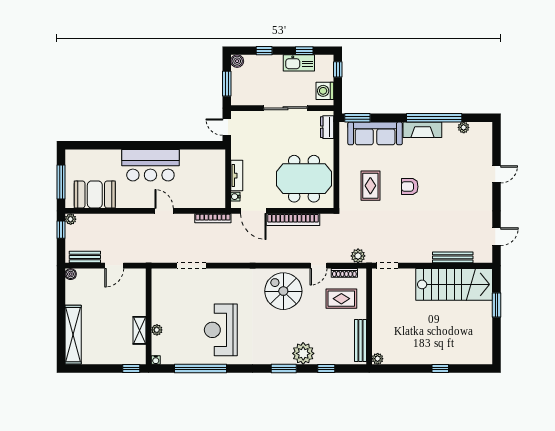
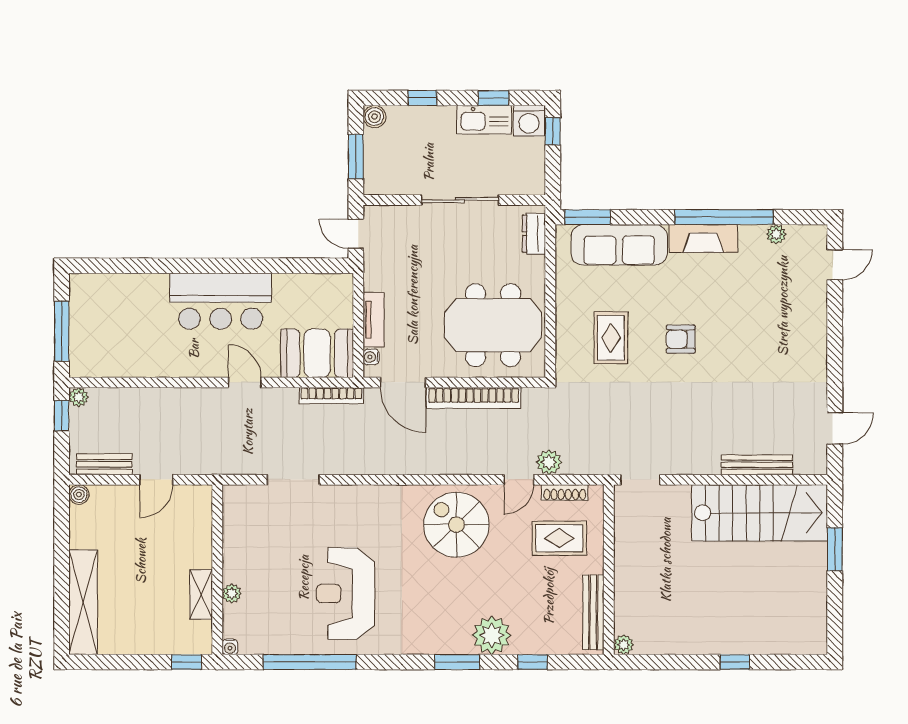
washing machine: (325, 91) -> (529, 121), moved, turned -90
door: (497, 174) -> (835, 265), moved
booth: (95, 194) -> (317, 353), moved
plant: (358, 256) -> (549, 462), moved

